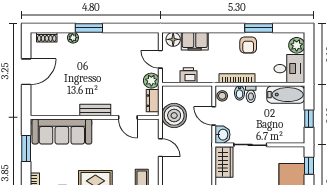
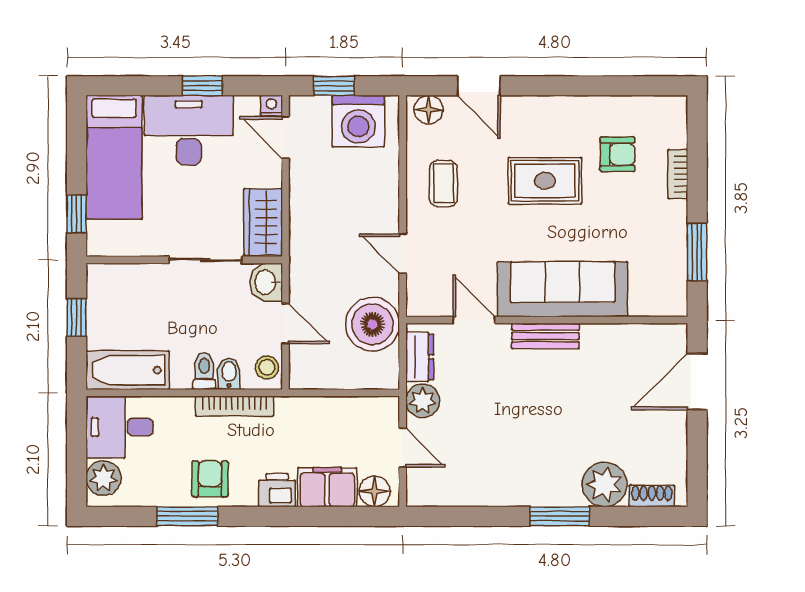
plant: (73, 38) -> (605, 484), width x1.87, depth x1.87
door: (26, 72) -> (697, 382), moved
printer: (188, 75) -> (277, 490), moved, turned 180
sofa: (62, 131) -> (563, 289), moved

